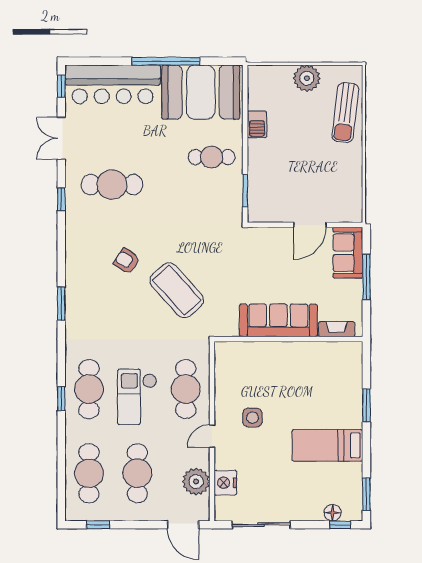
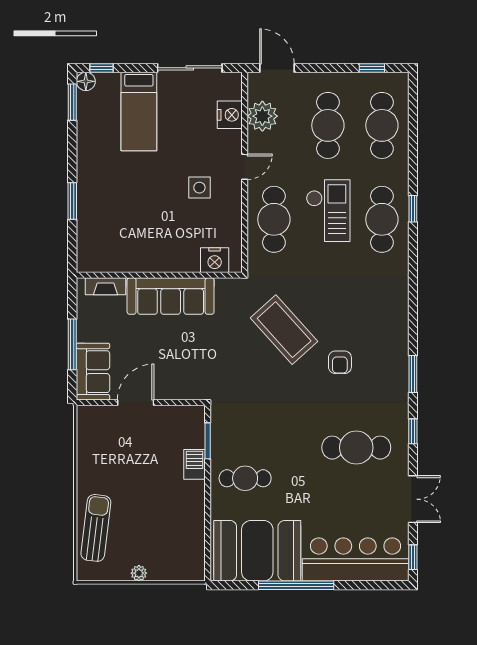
plant: (307, 78) -> (139, 573), width x0.53, depth x0.53
barbecue: (257, 124) -> (194, 464), moved
armchair: (127, 261) -> (340, 362), turned 57
window: (61, 304) -> (413, 374), moved
nightstand: (239, 353) -> (215, 260), added
bed: (327, 445) -> (139, 111), moved, turned 90
floor lamp: (333, 513) -> (86, 81), moved

